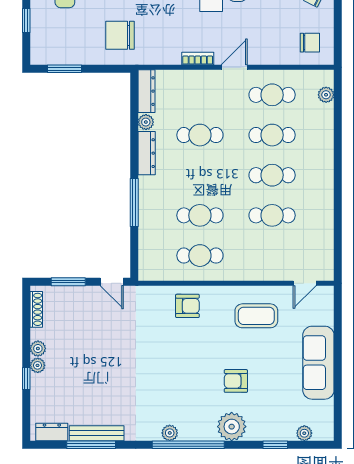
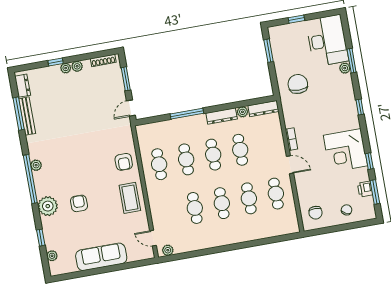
plant: (326, 95) -> (168, 250), moved
cafe table: (200, 175) -> (213, 155), added
coffee table: (256, 316) -> (130, 198), moved

